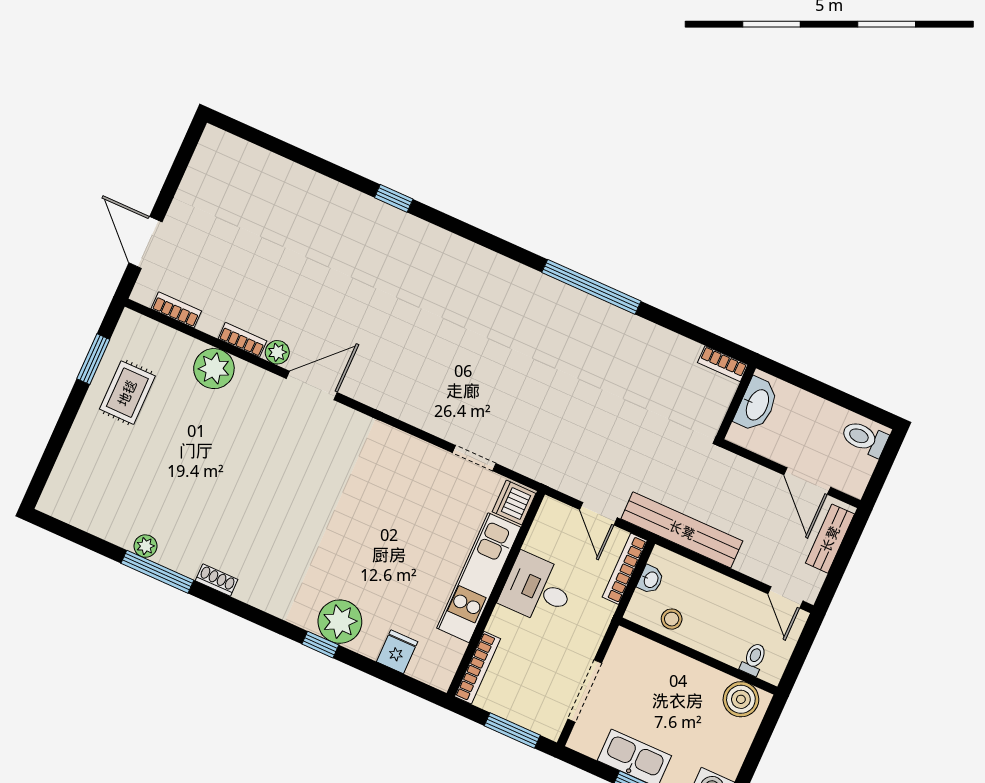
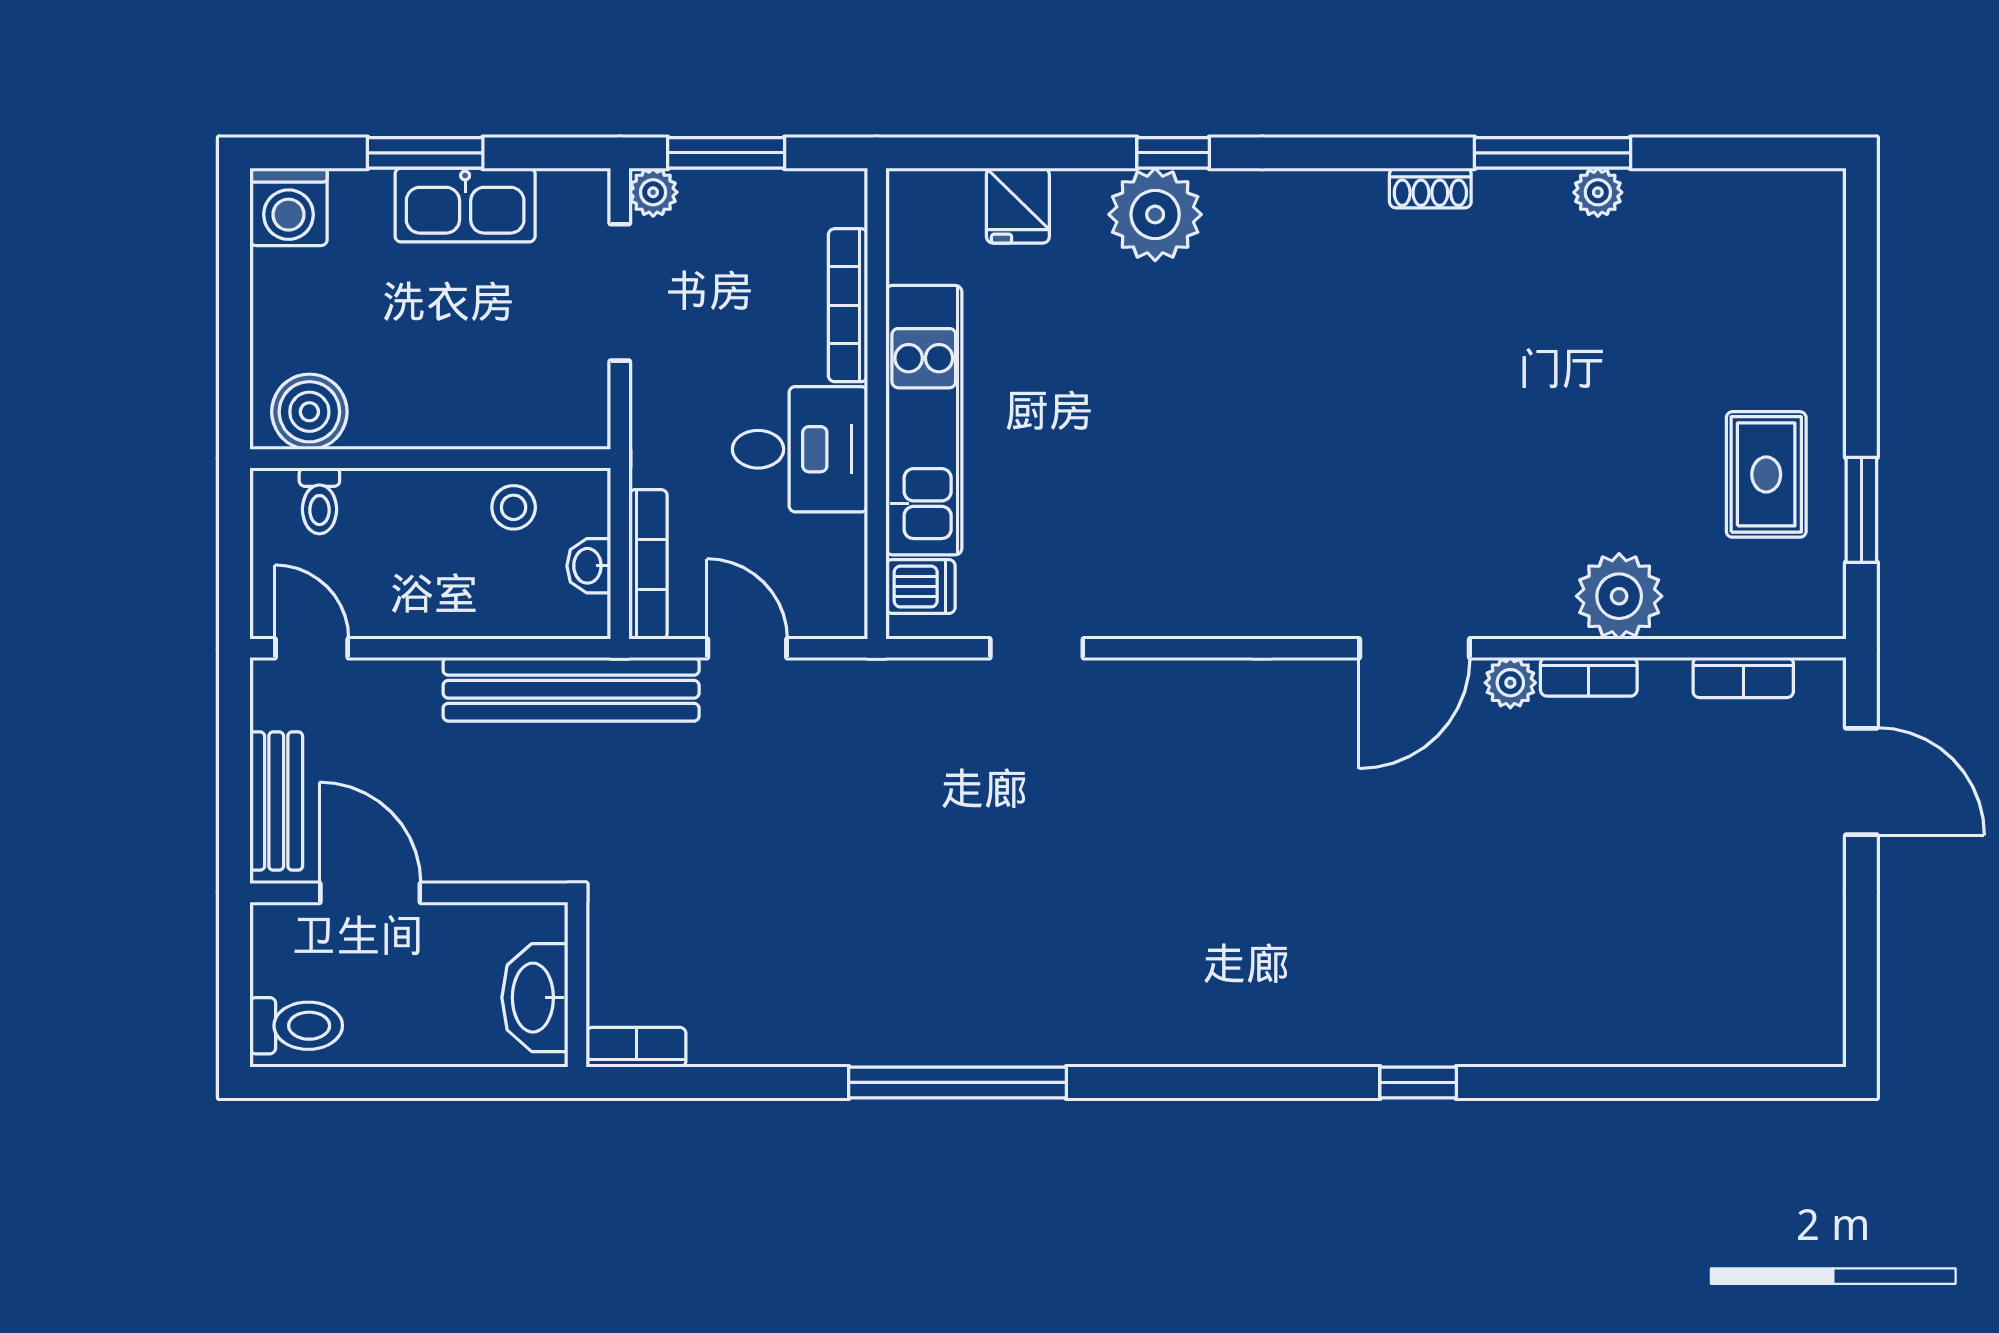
dishwasher: (514, 503) -> (920, 587), width x0.73
bookcase: (478, 668) -> (848, 305), moved
plant: (551, 728) -> (653, 192), added

